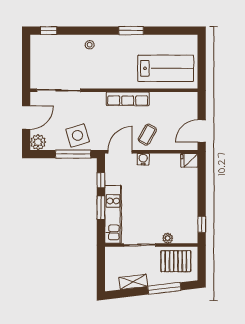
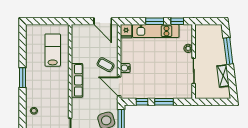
lab bench: (166, 68) -> (53, 50), width x0.73, depth x0.72
window: (202, 196) -> (155, 21), added
kitchen unit: (113, 214) -> (156, 31), moved, turned 180
pallet: (176, 261) -> (207, 42), removed

